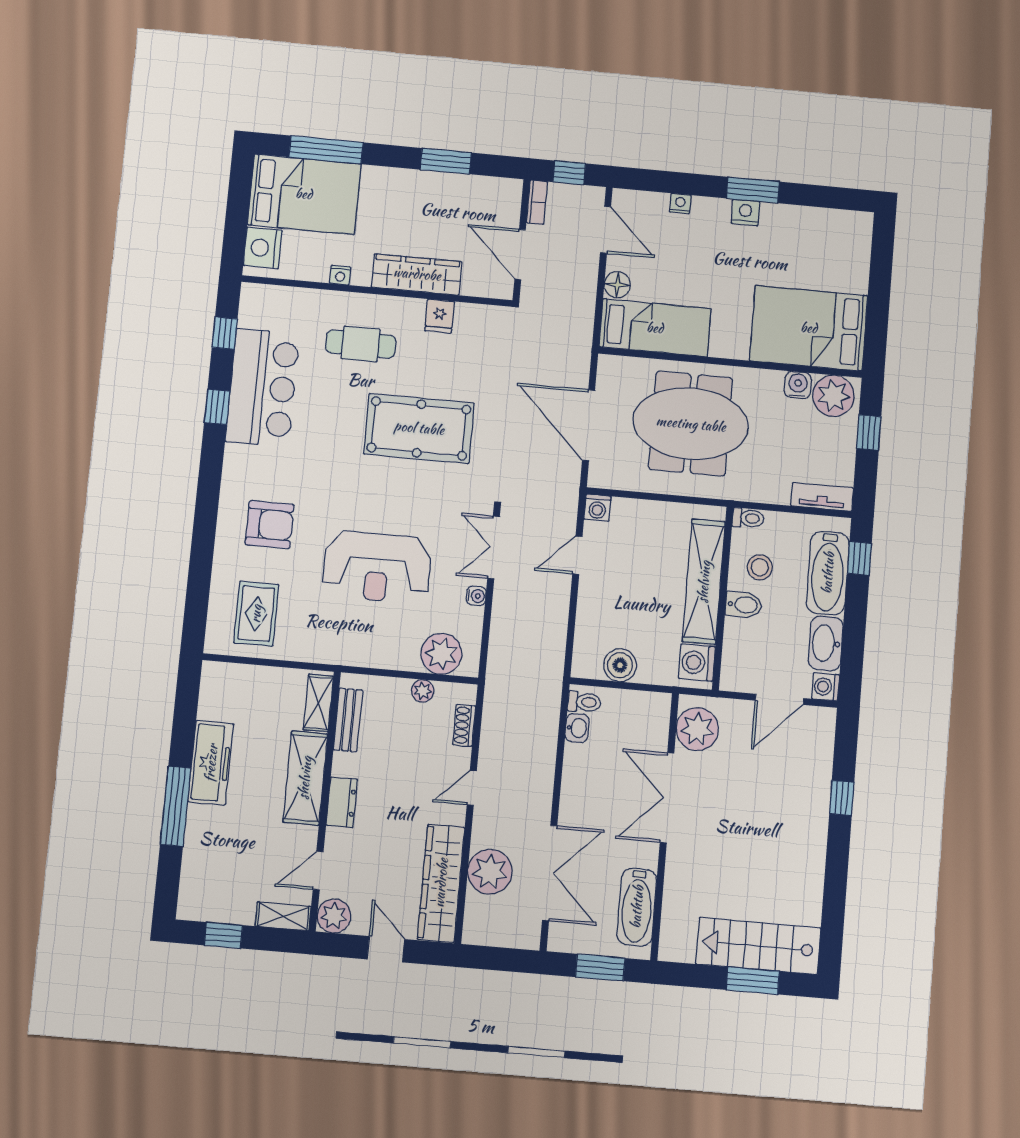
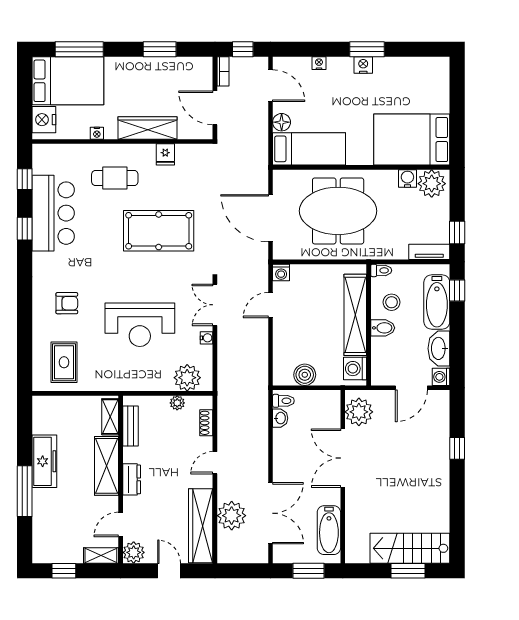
window: (869, 433) -> (457, 233), moved
armchair: (270, 525) -> (67, 303), width x0.72, depth x0.72

